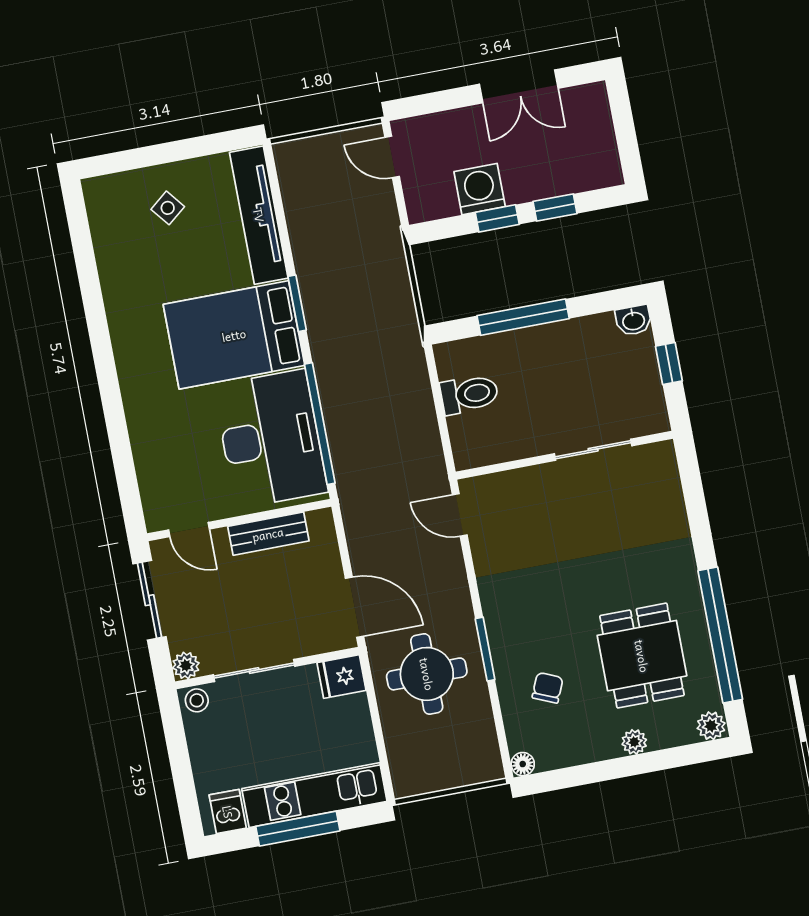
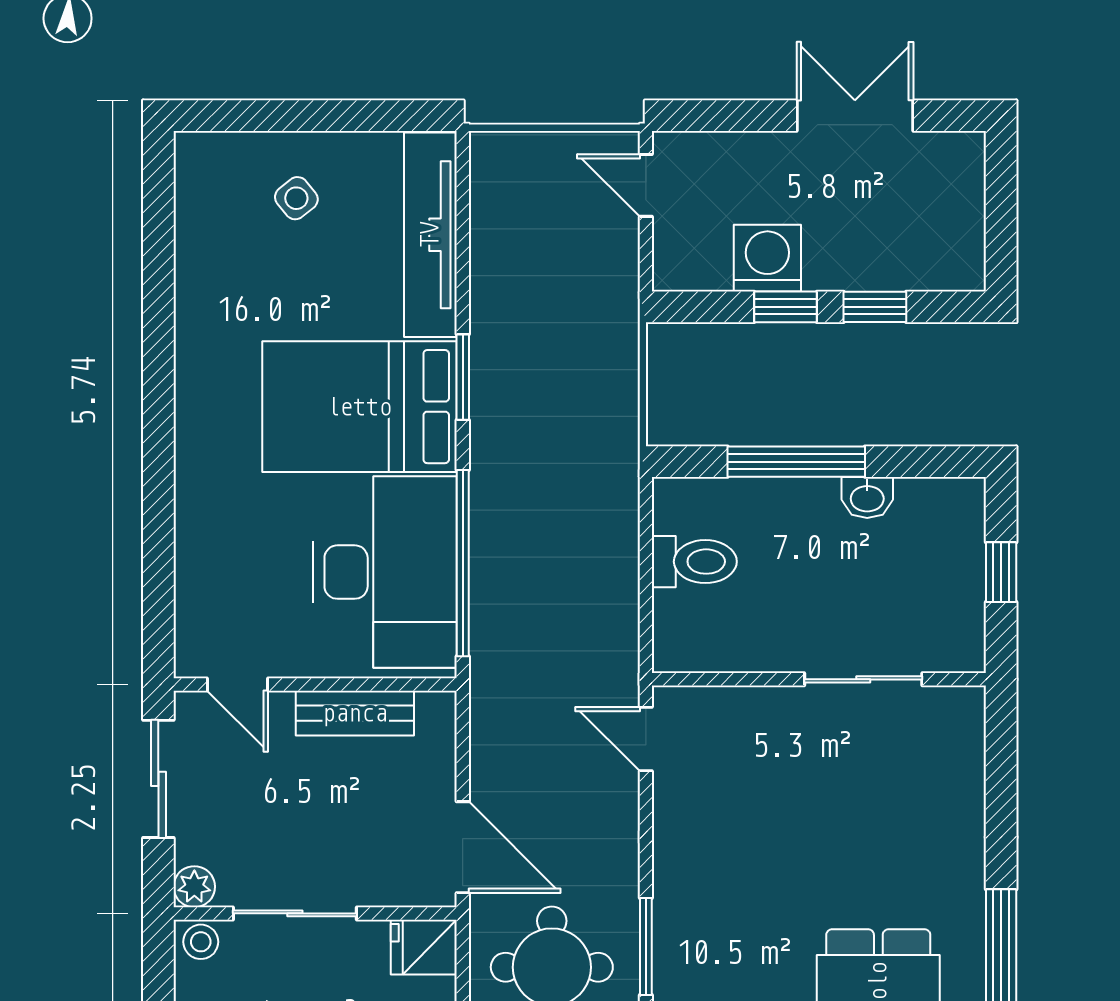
double door: (519, 86) -> (855, 116), swing flipped
washbasin: (633, 320) -> (867, 498), moved

